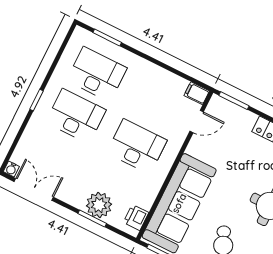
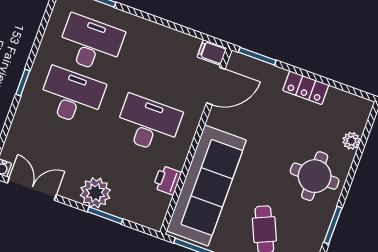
door: (197, 121) -> (216, 86), width x1.38
plant: (99, 205) -> (95, 193), moved
printer: (136, 217) -> (167, 180), moved

